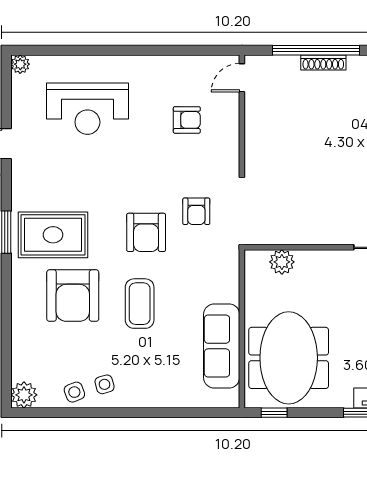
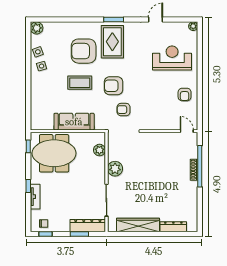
reception desk: (87, 109) -> (172, 58), turned 90
armchair: (187, 120) -> (185, 95), moved
plant: (321, 229) -> (115, 169), added
sofa: (222, 346) -> (74, 122), moved

